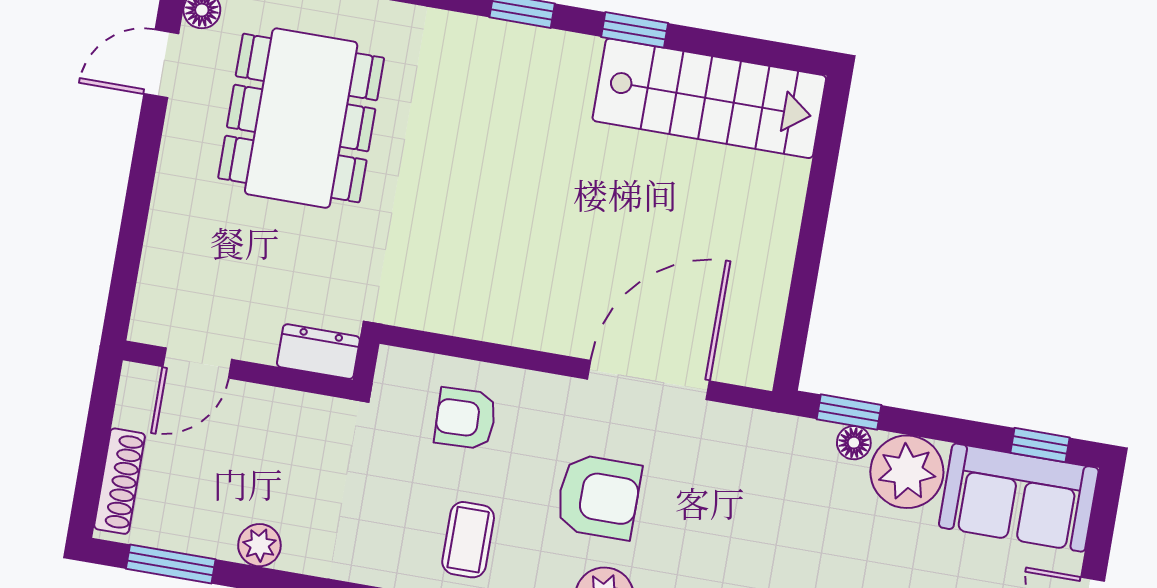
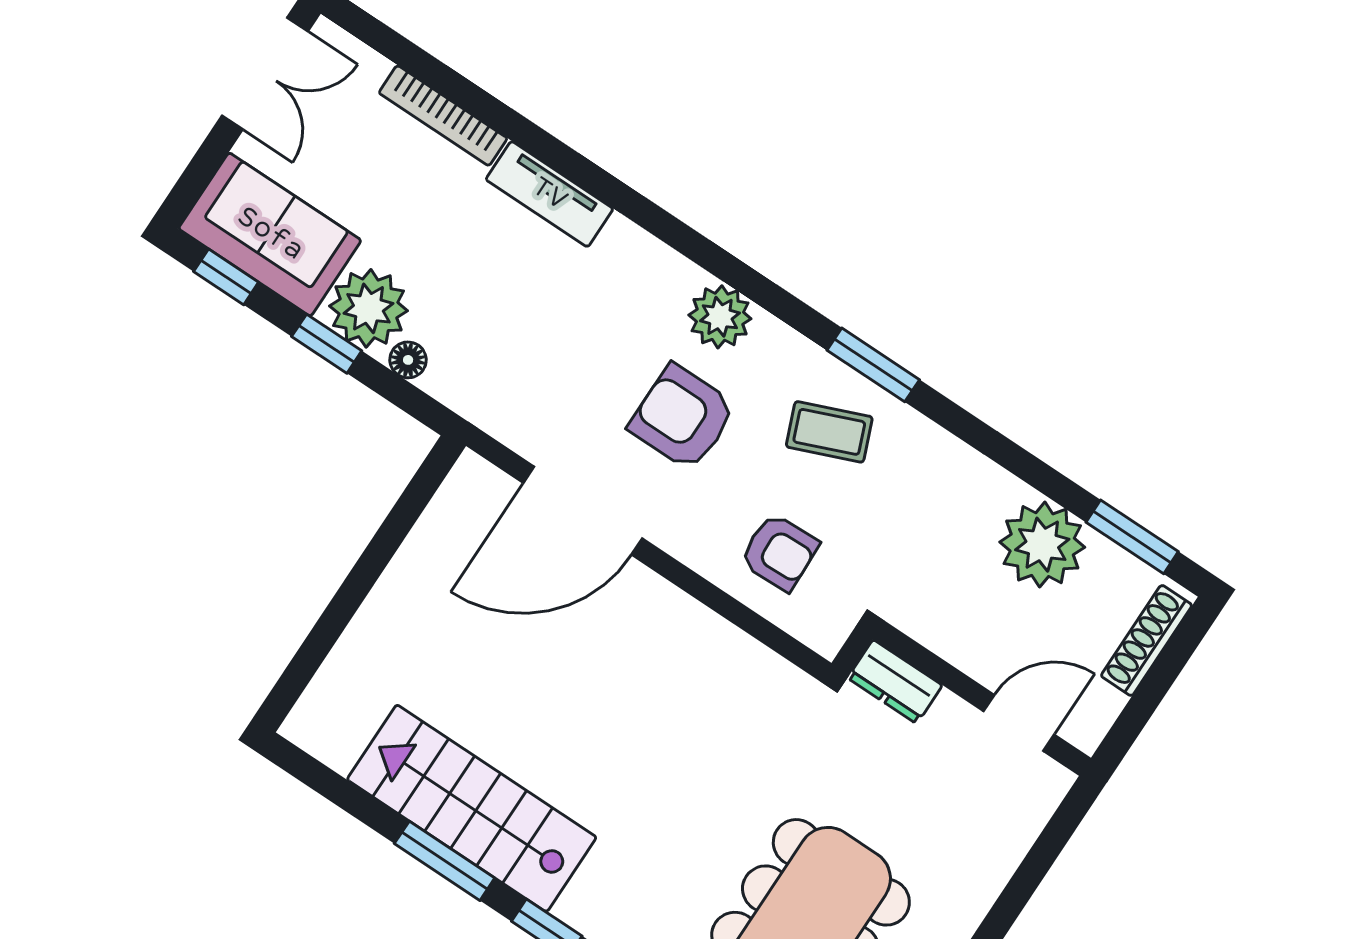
window: (635, 30) -> (445, 861), width x1.50
stairs: (709, 98) -> (472, 808), moved
window: (849, 412) -> (327, 344), moved
coffee table: (468, 540) -> (829, 432), turned 68
plant: (259, 545) -> (1042, 545), width x1.88, depth x1.88

